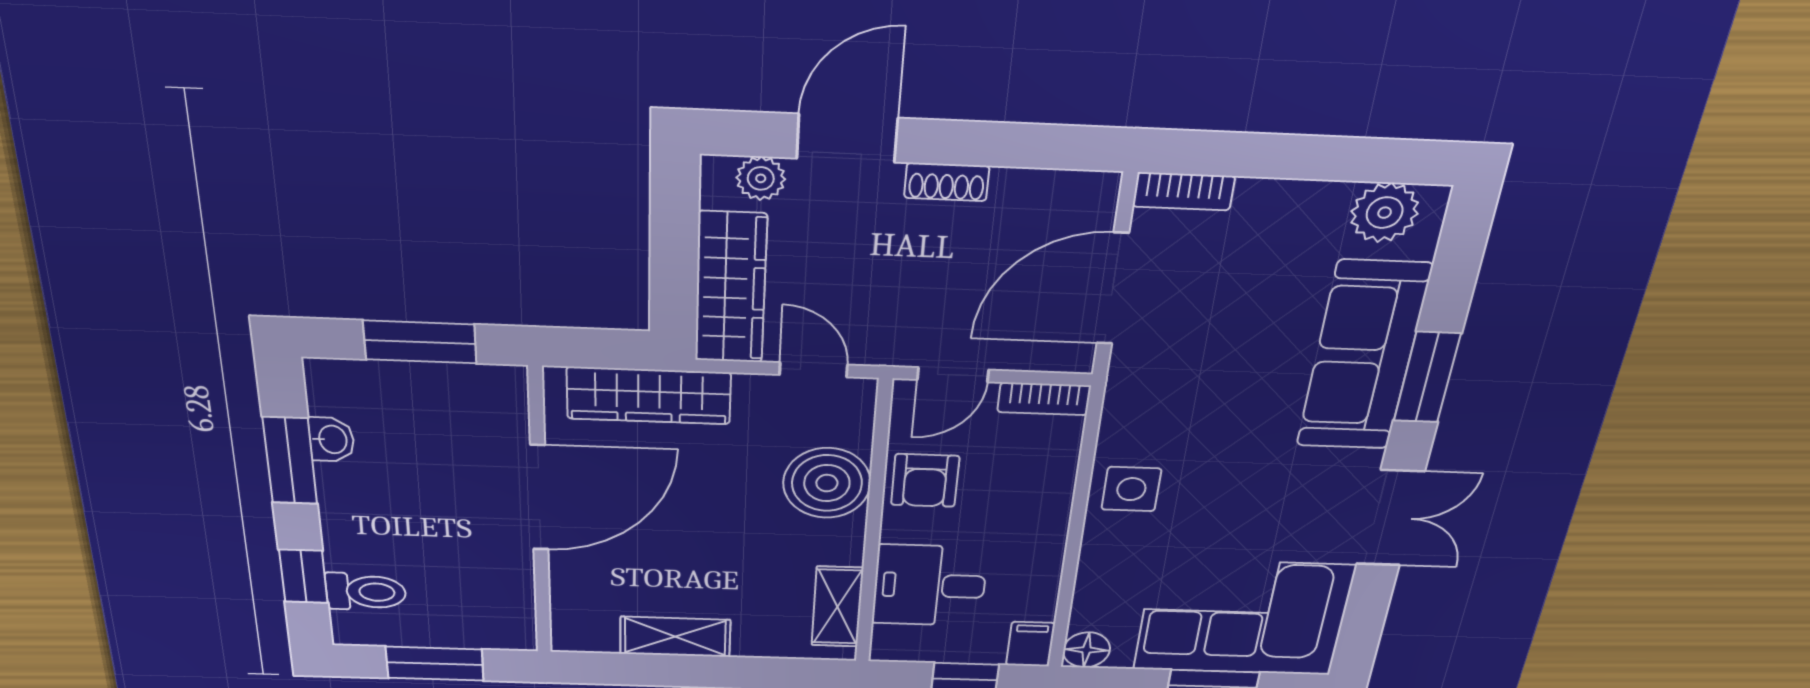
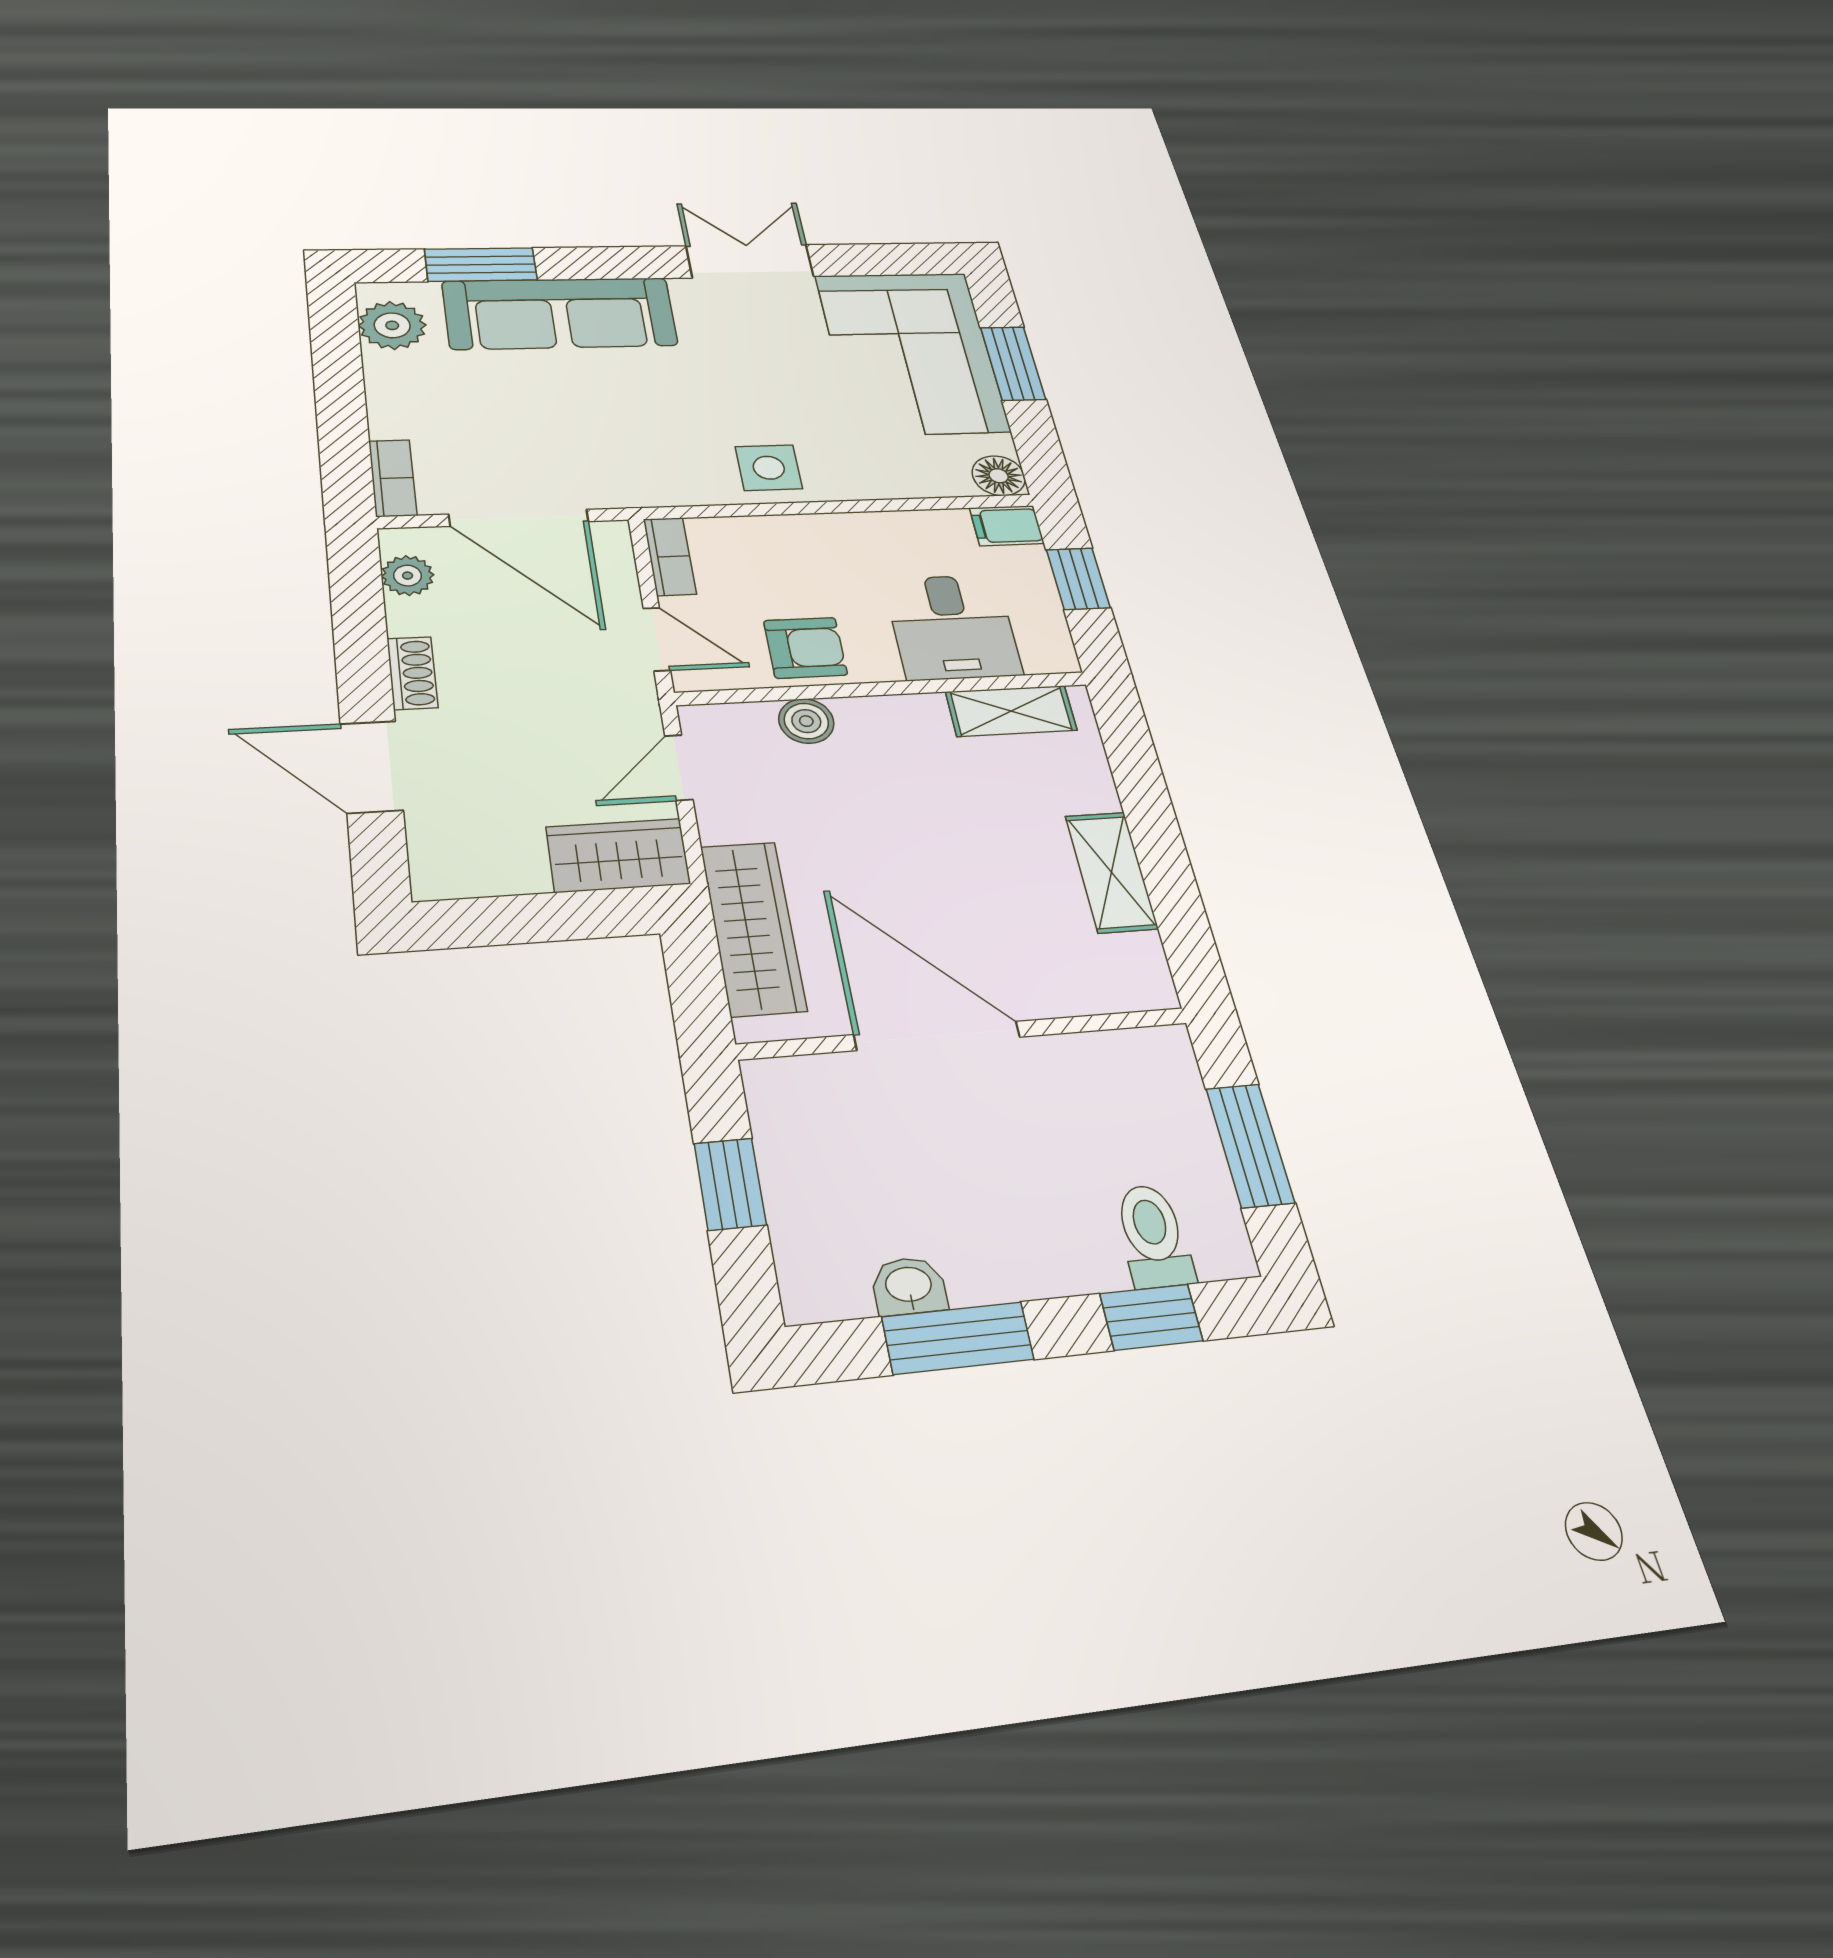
plant: (761, 178) -> (408, 576), moved
wardrobe: (731, 288) -> (618, 855), width x0.67
window: (420, 342) -> (730, 1184), width x0.67
window: (1427, 377) -> (481, 265), moved
boiler: (827, 483) -> (806, 721), width x0.54, depth x0.54

